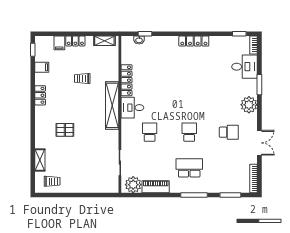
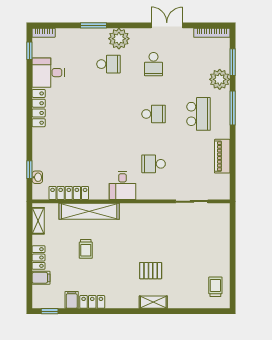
desk: (245, 67) -> (48, 73), moved, turned -90
locker: (126, 80) -> (69, 193), moved
locker: (40, 95) -> (92, 302), moved
school desk: (229, 97) -> (109, 64), added
shelving: (112, 105) -> (89, 211), moved
pallet: (65, 130) -> (151, 271), turned 90
school desk: (189, 132) -> (154, 114), turned 180
school desk: (229, 132) -> (154, 64), turned 180
shelving: (40, 160) -> (153, 302), moved
school desk: (189, 168) -> (199, 114), turned 180
plant: (133, 185) -> (220, 79), moved

